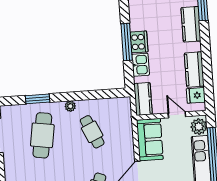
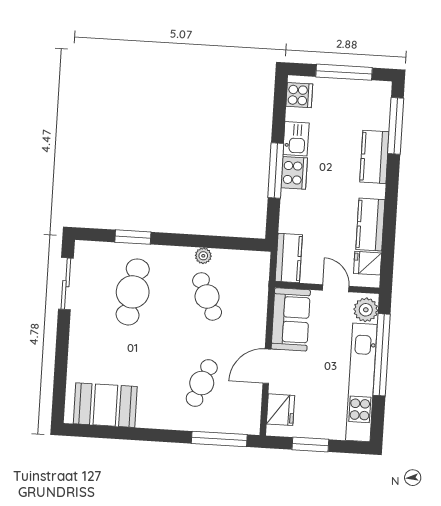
kitchen sink: (141, 65) -> (296, 139), moved
plant: (70, 106) -> (203, 256), moved

